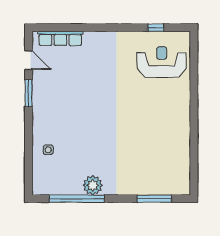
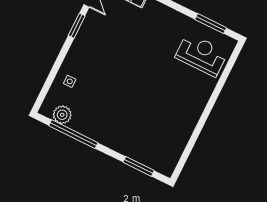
window: (156, 28) -> (211, 24), width x2.17
plant: (93, 185) -> (62, 115), moved

